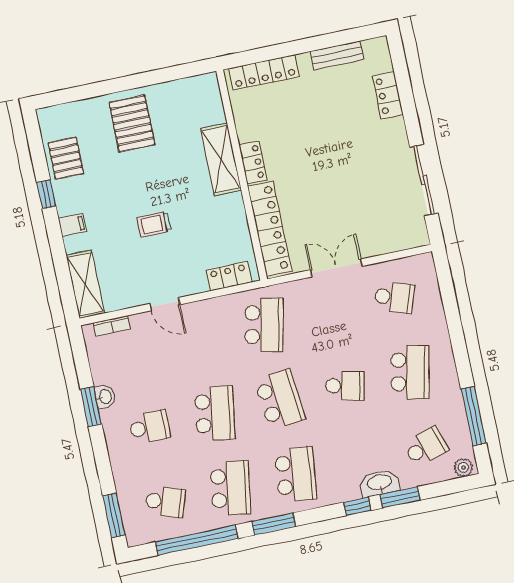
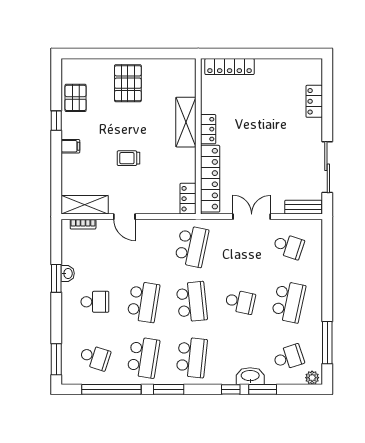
bench: (337, 55) -> (303, 207), moved
locker: (229, 276) -> (188, 199), moved, turned -90
shelving: (85, 284) -> (85, 205), moved, turned 90

